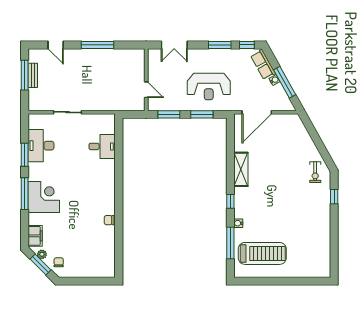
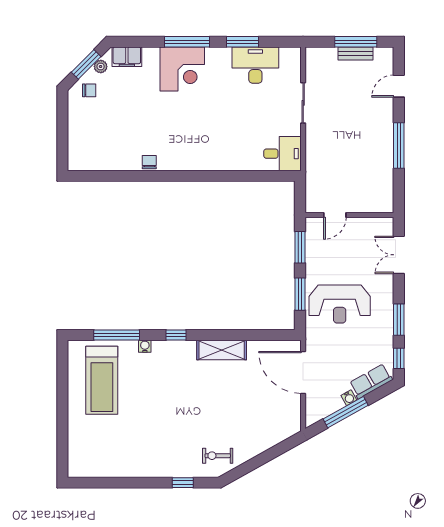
reception desk: (209, 86) -> (340, 304), turned -90
desk: (102, 146) -> (282, 154), moved, turned -90

